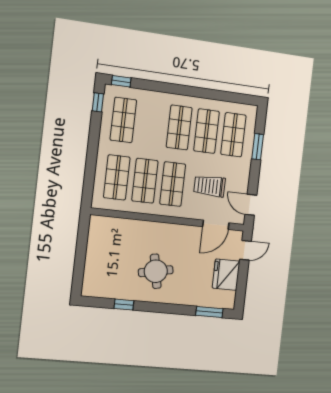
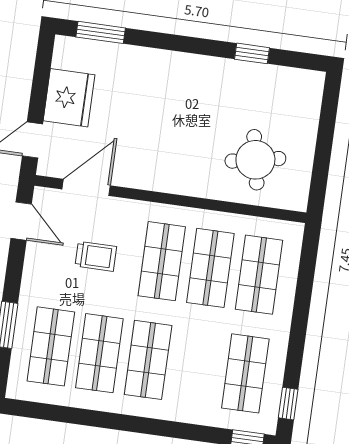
trolley: (210, 186) -> (96, 256), width x0.73, depth x0.72
round table: (156, 271) -> (255, 160), moved

